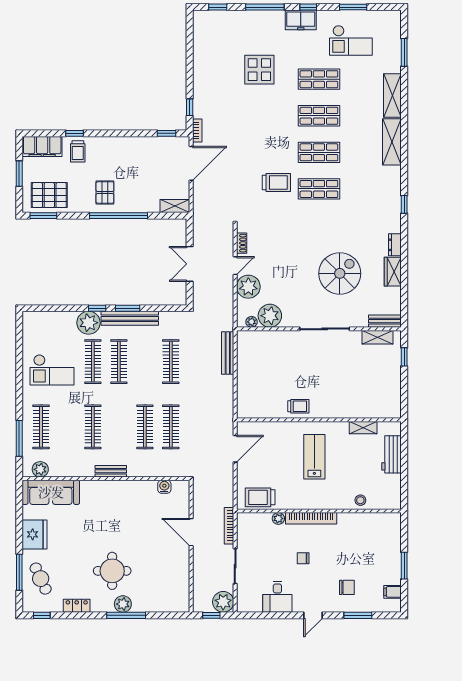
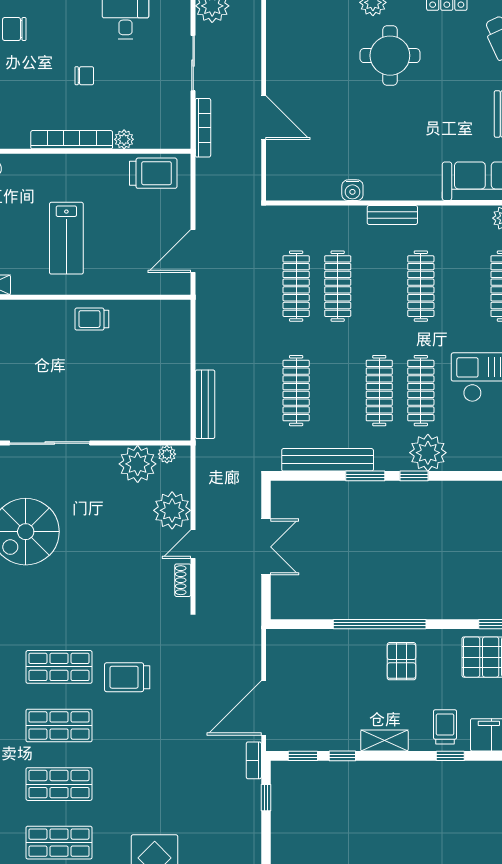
window: (142, 133) -> (342, 756), added
shelving: (175, 206) -> (384, 740), moved
bench: (130, 318) -> (328, 460), moved
water cooler: (164, 487) -> (352, 190), moved

